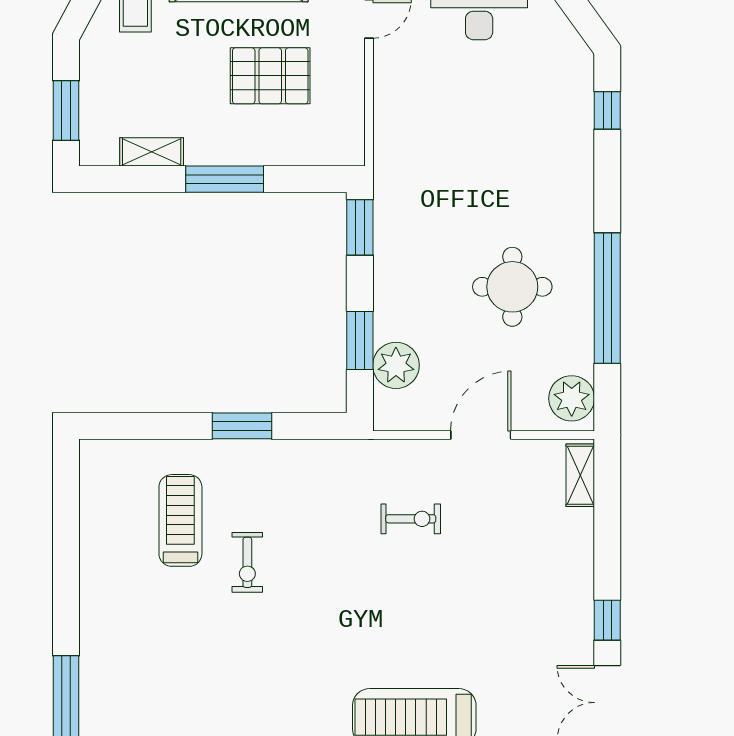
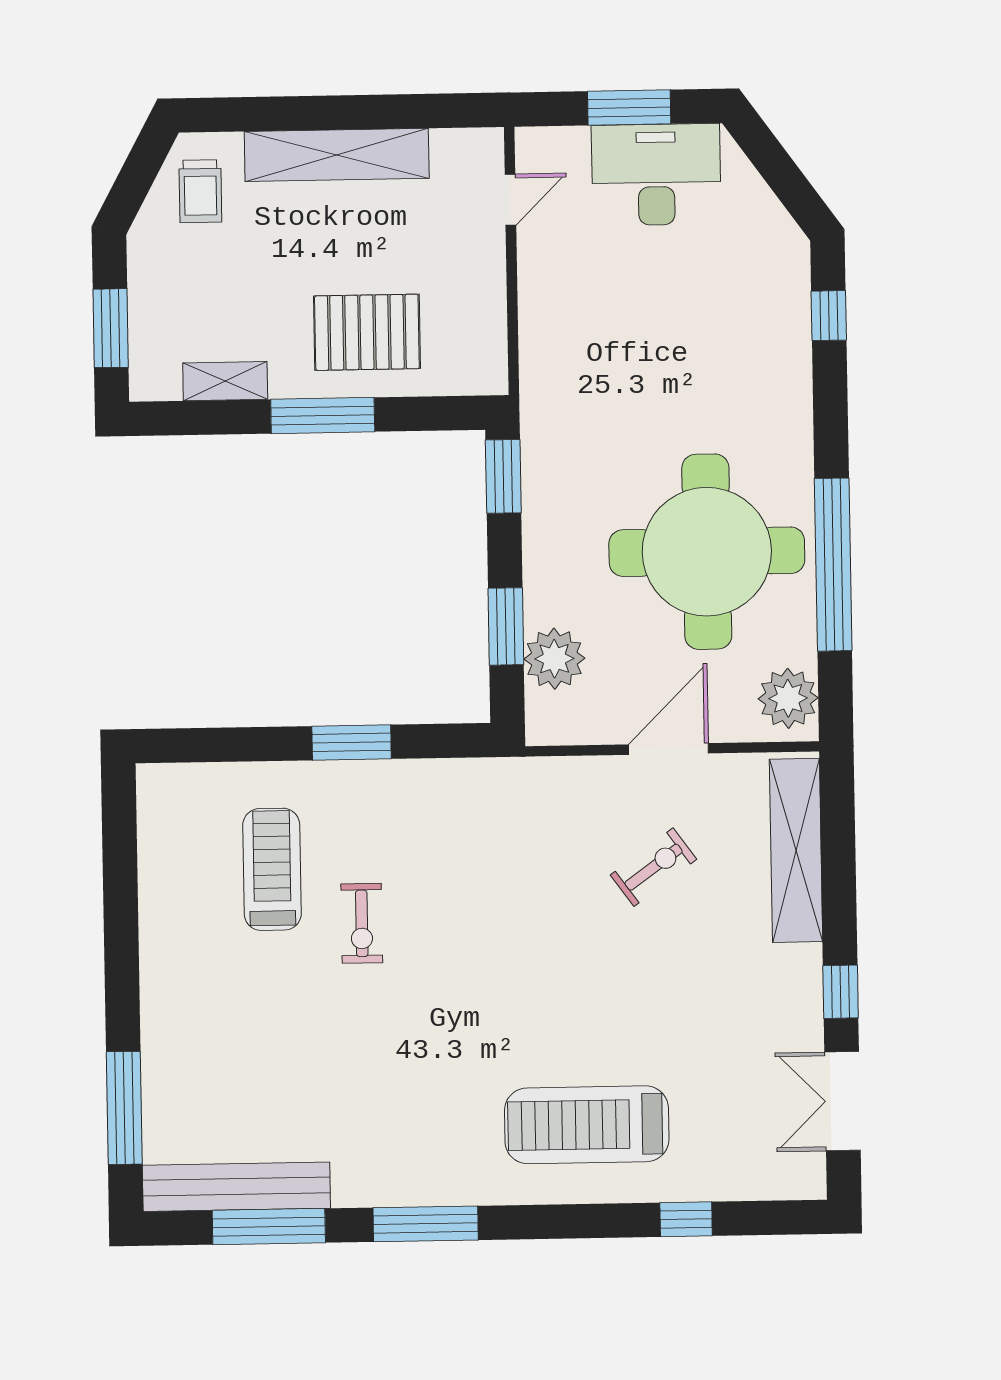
pallet: (270, 76) -> (367, 332), moved
round table: (512, 287) -> (707, 552), width x1.86, depth x1.86
shelving: (580, 475) -> (796, 850), width x2.20, depth x1.33
exercise bike: (411, 519) -> (654, 867), moved, turned -36

